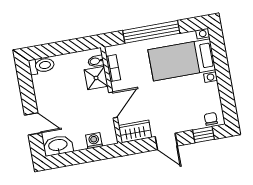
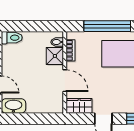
door: (113, 105) -> (65, 81), hinge flipped
washing machine: (94, 141) -> (44, 107), removed

